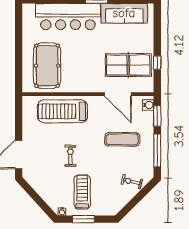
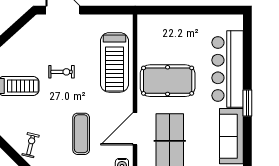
pool table: (47, 66) -> (168, 81), moved
treadmill: (62, 111) -> (115, 62), turned 180

